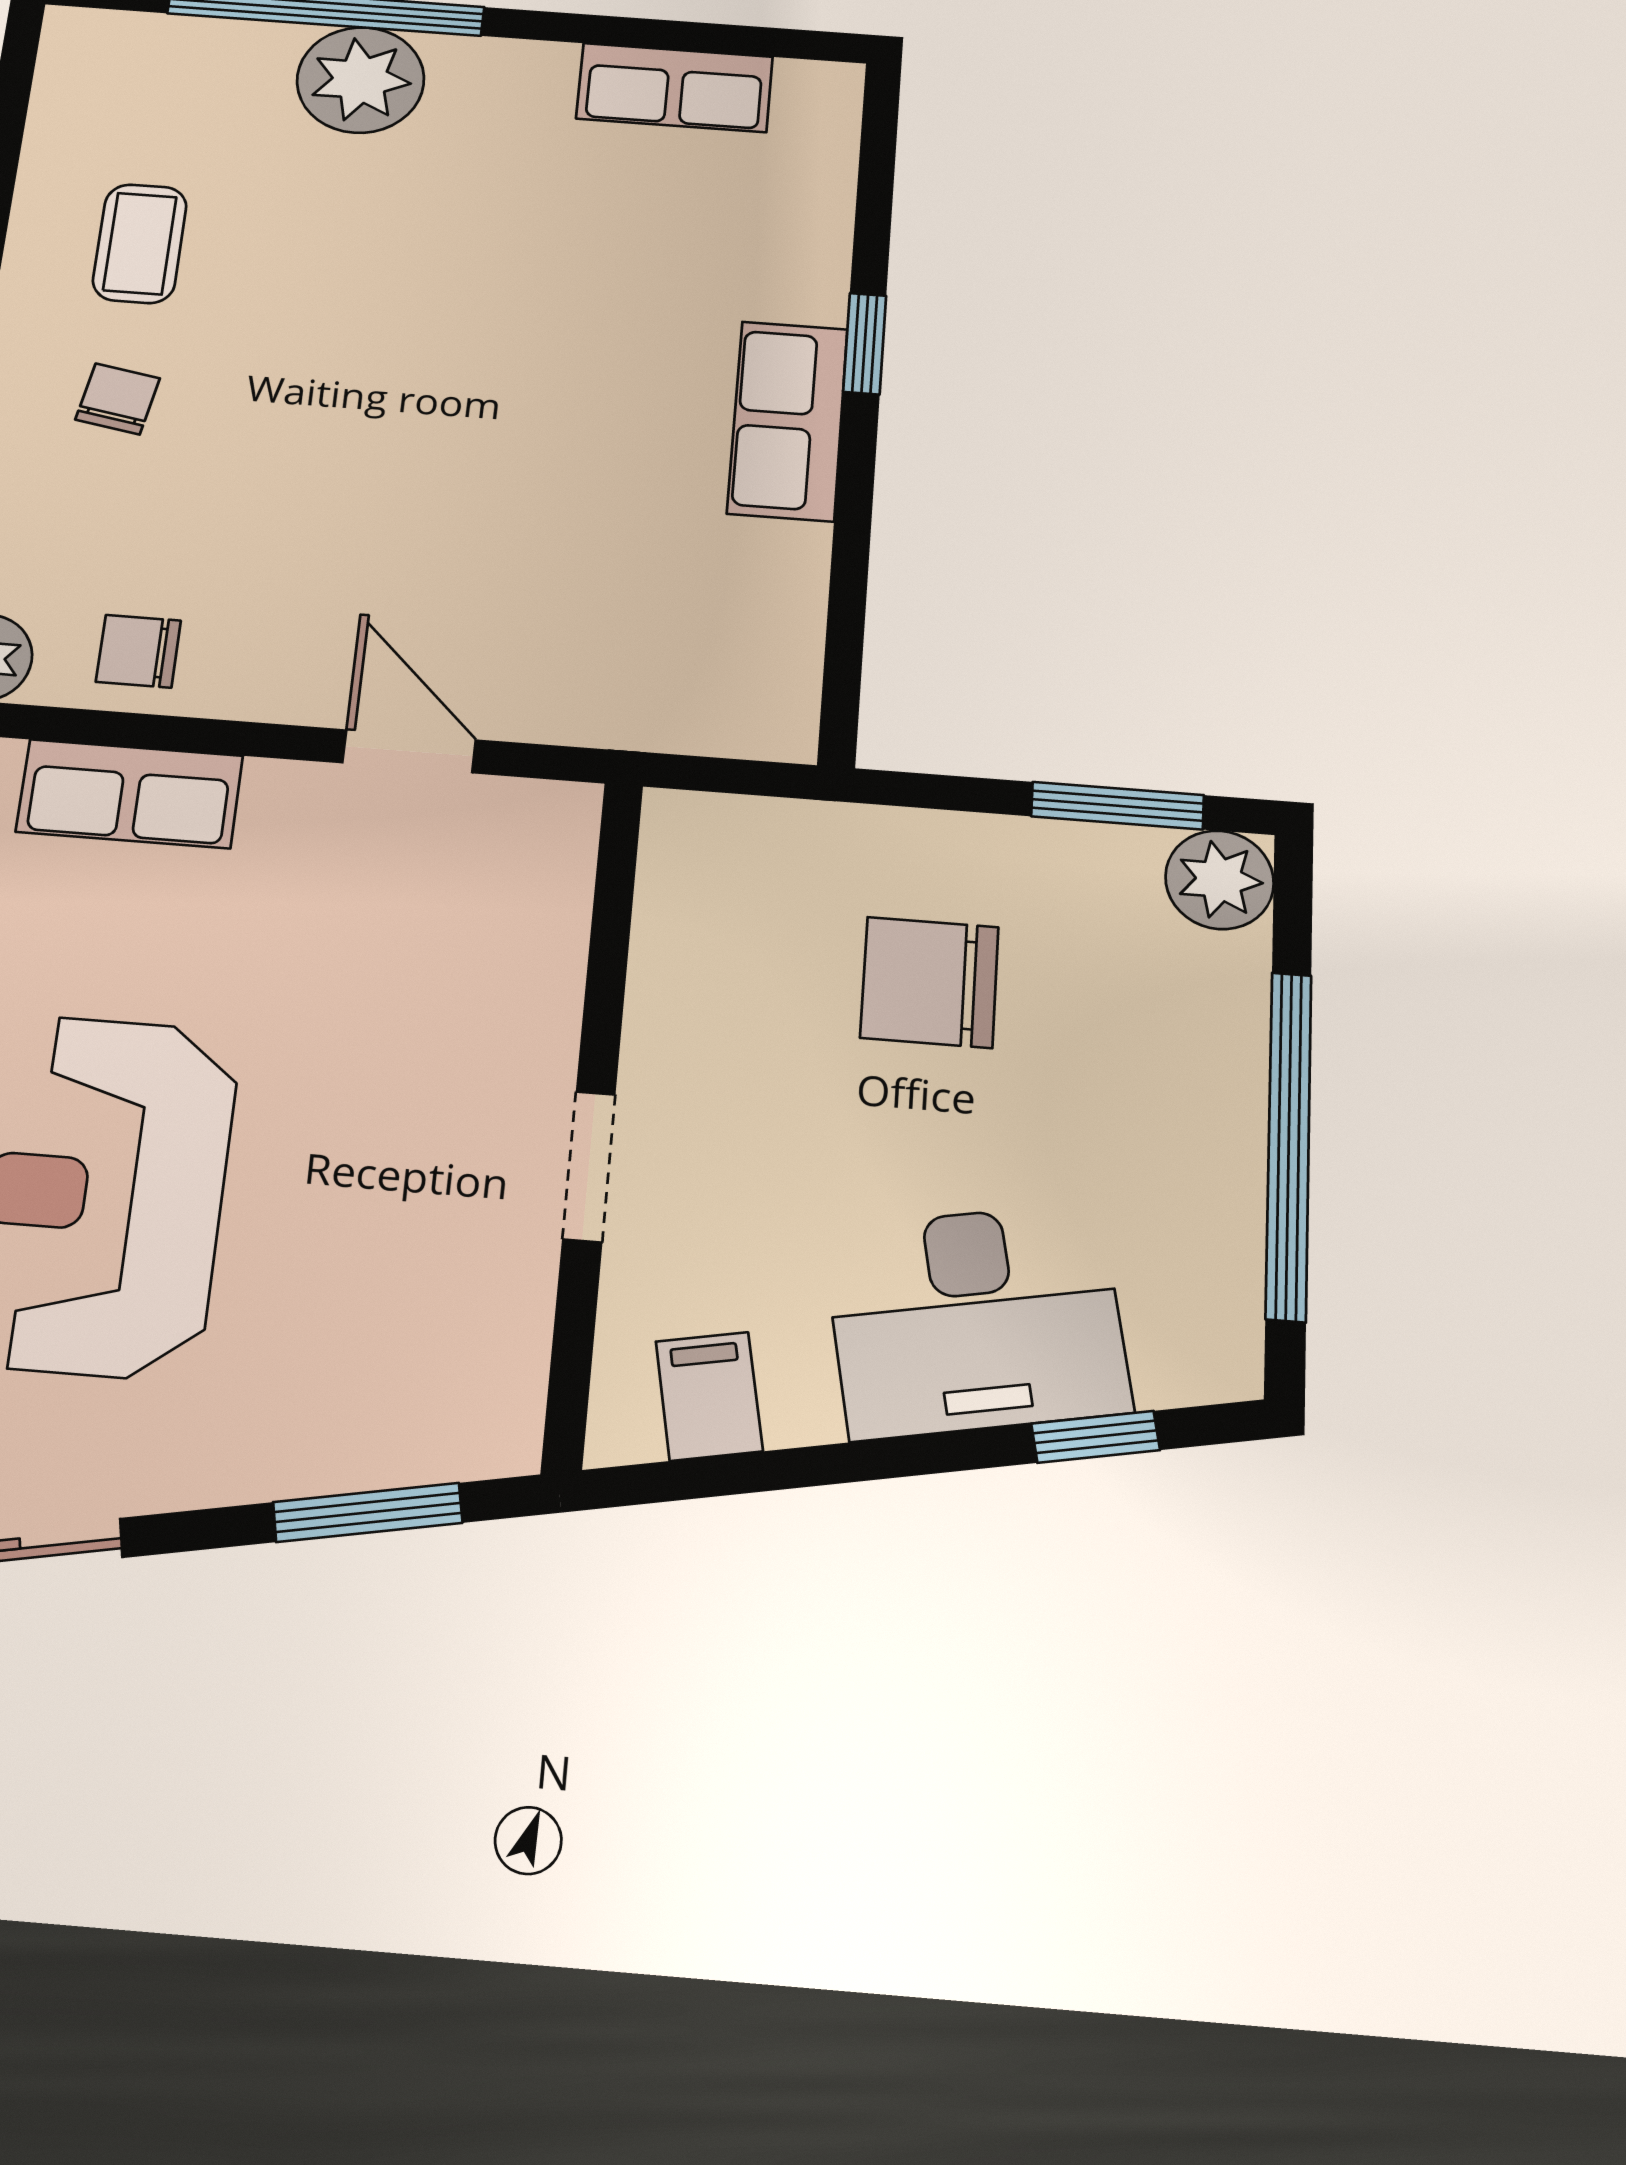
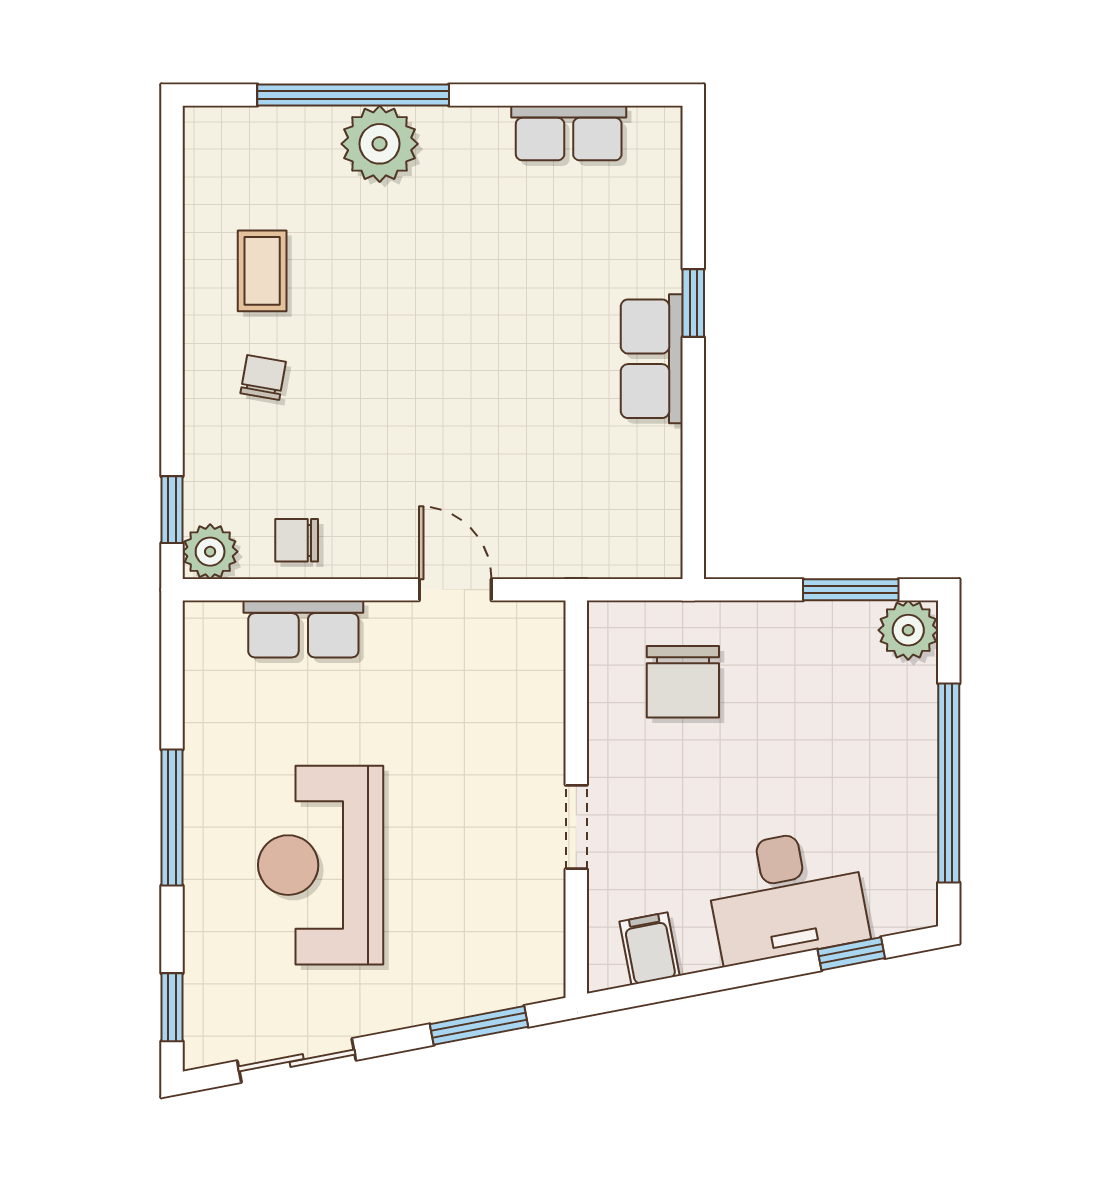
chair: (930, 982) -> (683, 682), moved, turned -90

